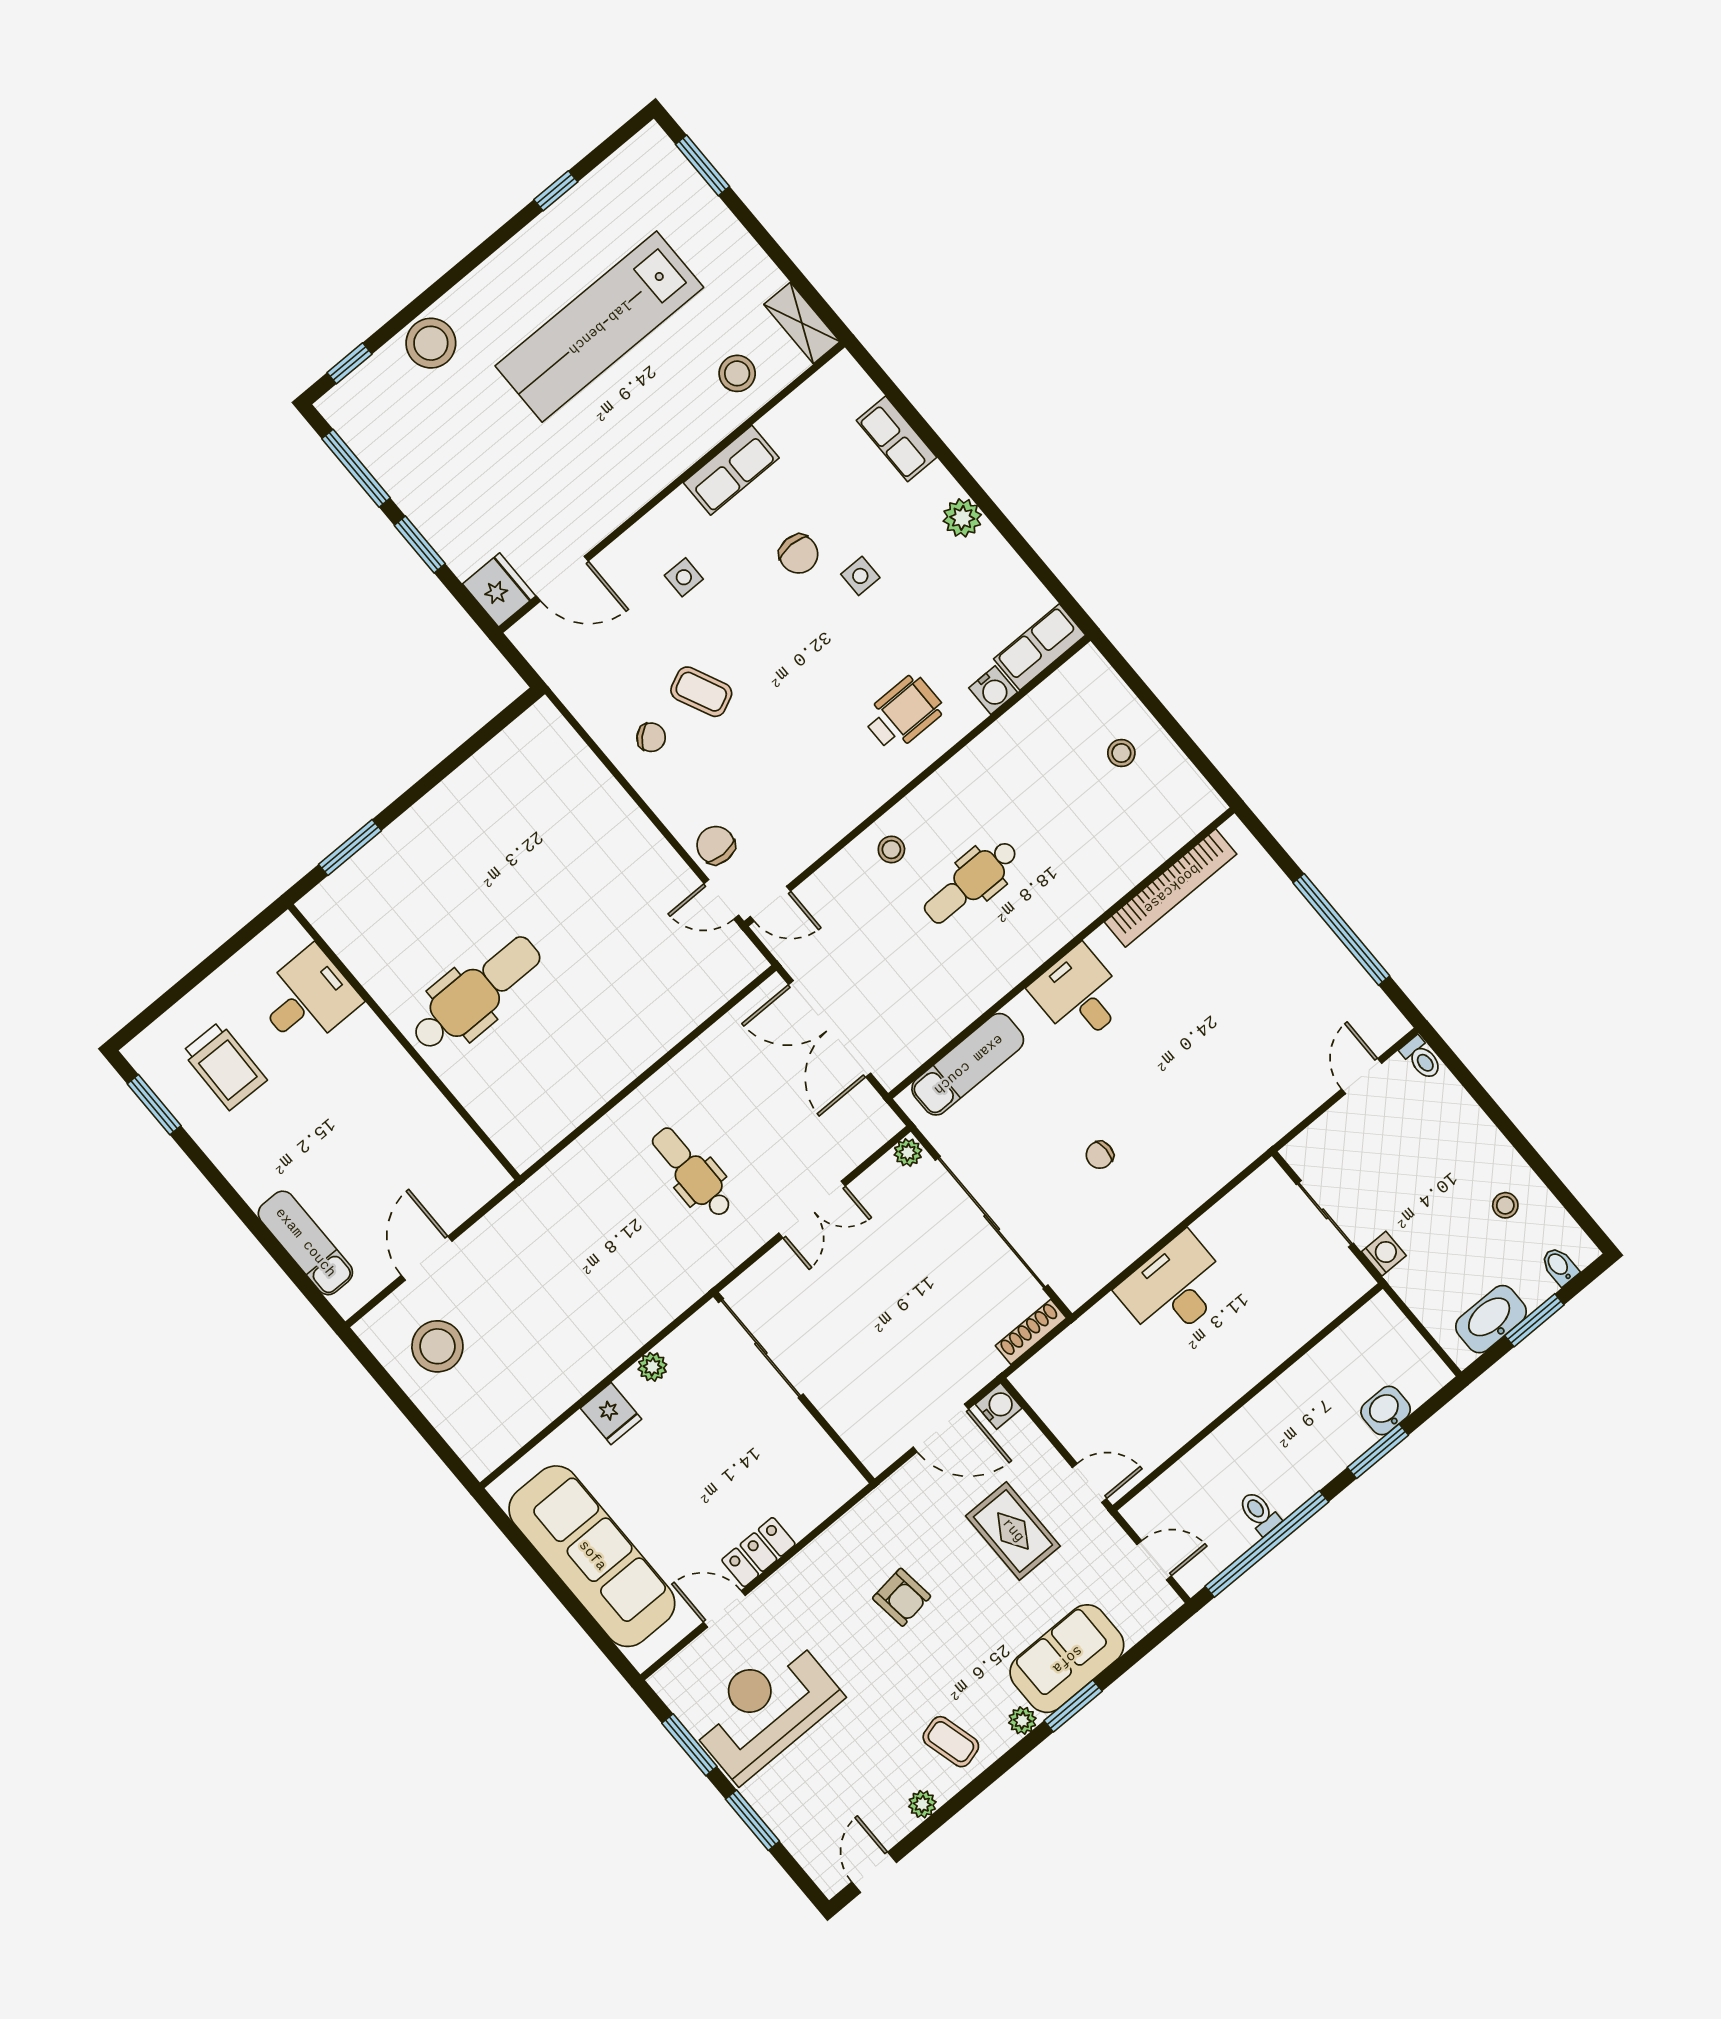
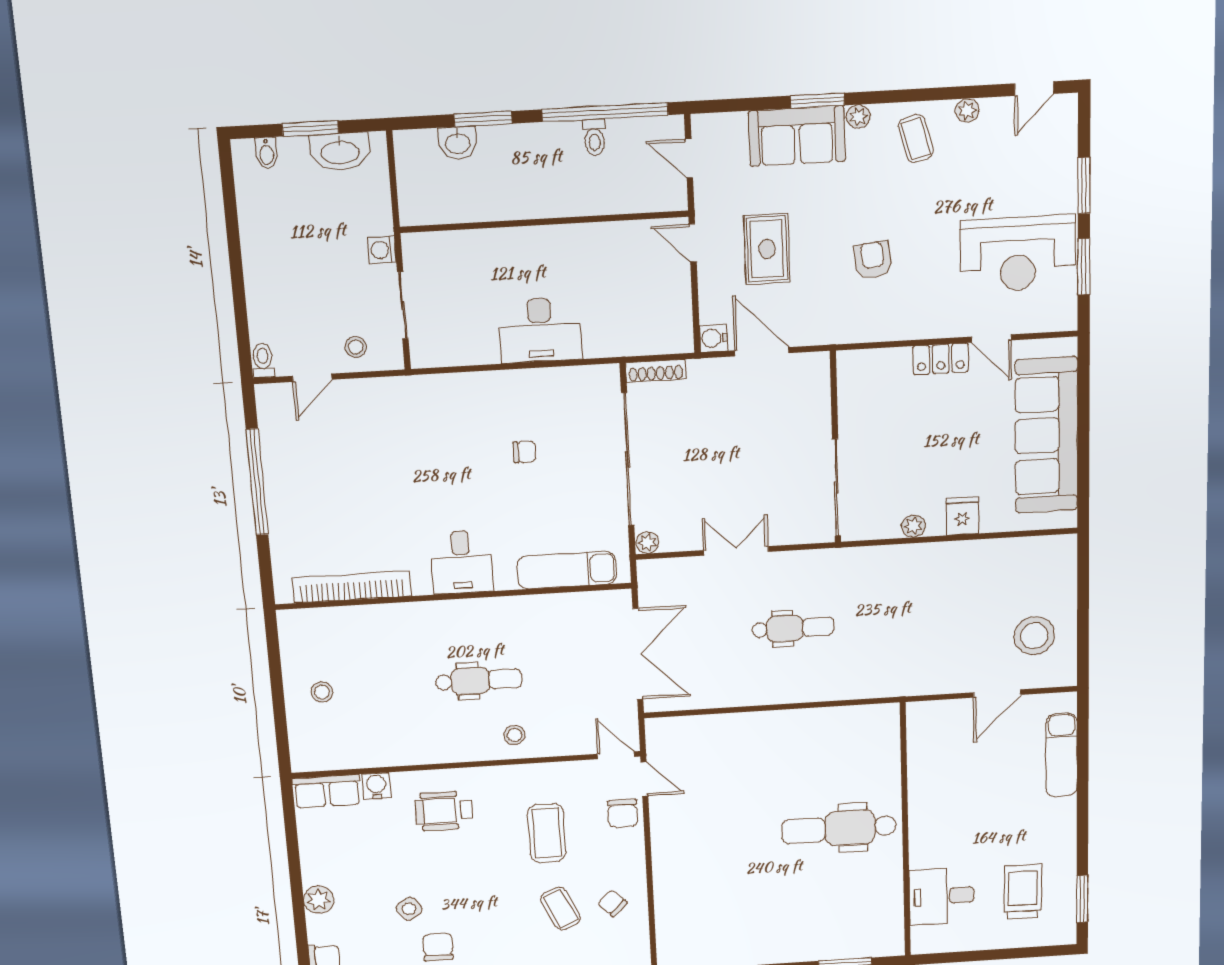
side table: (860, 576) -> (409, 909), turned -35
coffee table: (779, 766) -> (547, 833), added
dental chair: (692, 1172) -> (793, 628), turned -90
stool: (1505, 1205) -> (356, 347), moved

